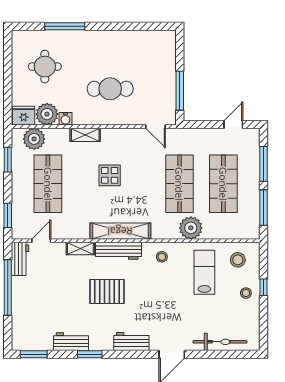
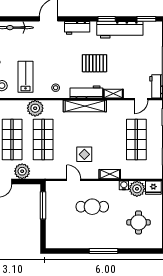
window: (65, 26) -> (104, 251), moved
door: (156, 127) -> (74, 180), moved
plant: (34, 139) -> (22, 171), moved
display table: (110, 175) -> (84, 154), moved
lab bench: (204, 272) -> (26, 77), turned 180
workbench: (71, 342) -> (120, 30), width x1.88, depth x1.32

